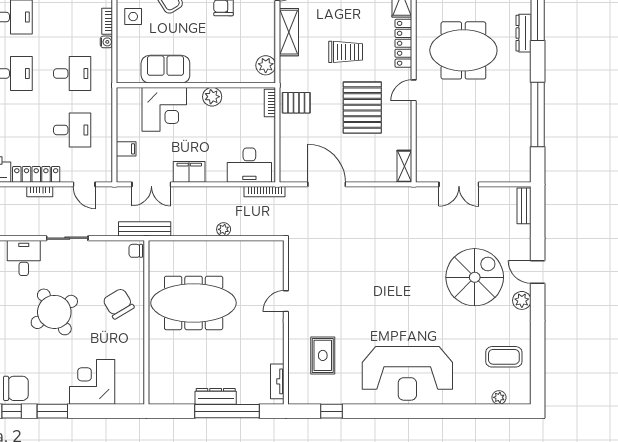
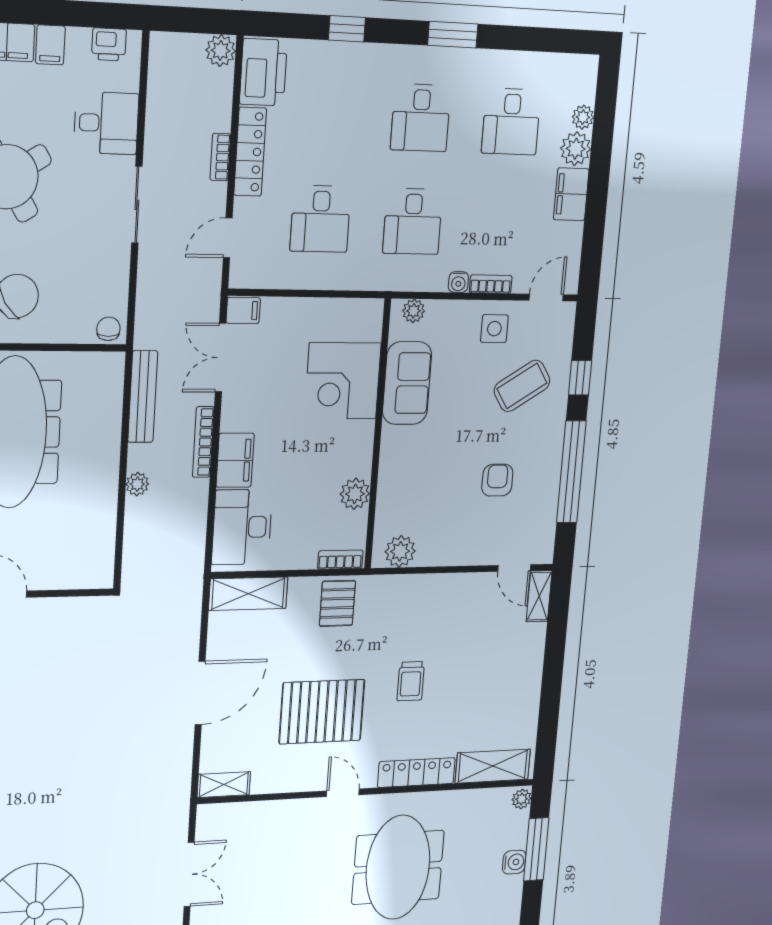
shelving: (289, 32) -> (248, 594), moved
trolley: (346, 52) -> (411, 681), width x0.73, depth x0.72
plant: (123, 69) -> (414, 311), added
plant: (212, 97) -> (355, 494), moved
filing cabinet: (126, 149) -> (243, 310), moved, turned -90
filing cabinet: (189, 172) -> (235, 460), moved
door: (327, 184) -> (200, 693), moved
double door: (459, 184) -> (189, 874), swing flipped
bookcase: (265, 192) -> (203, 442), moved
bench: (145, 229) -> (143, 397), moved

